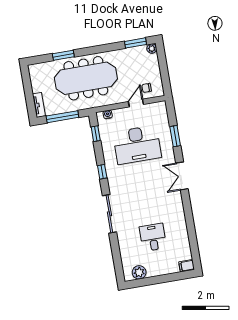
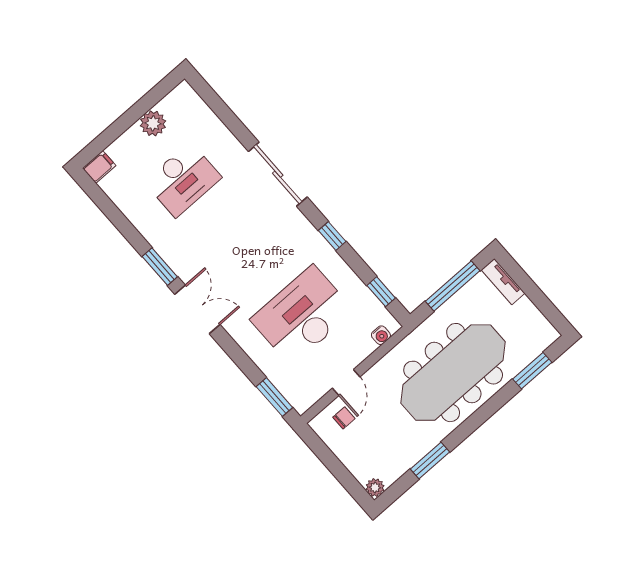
window: (135, 43) -> (430, 461), moved
window: (63, 55) -> (532, 371), moved
window: (175, 136) -> (274, 397), moved
window: (187, 205) -> (160, 267), added
desk: (153, 237) -> (183, 180), width x1.37
plant: (139, 272) -> (153, 123), moved

